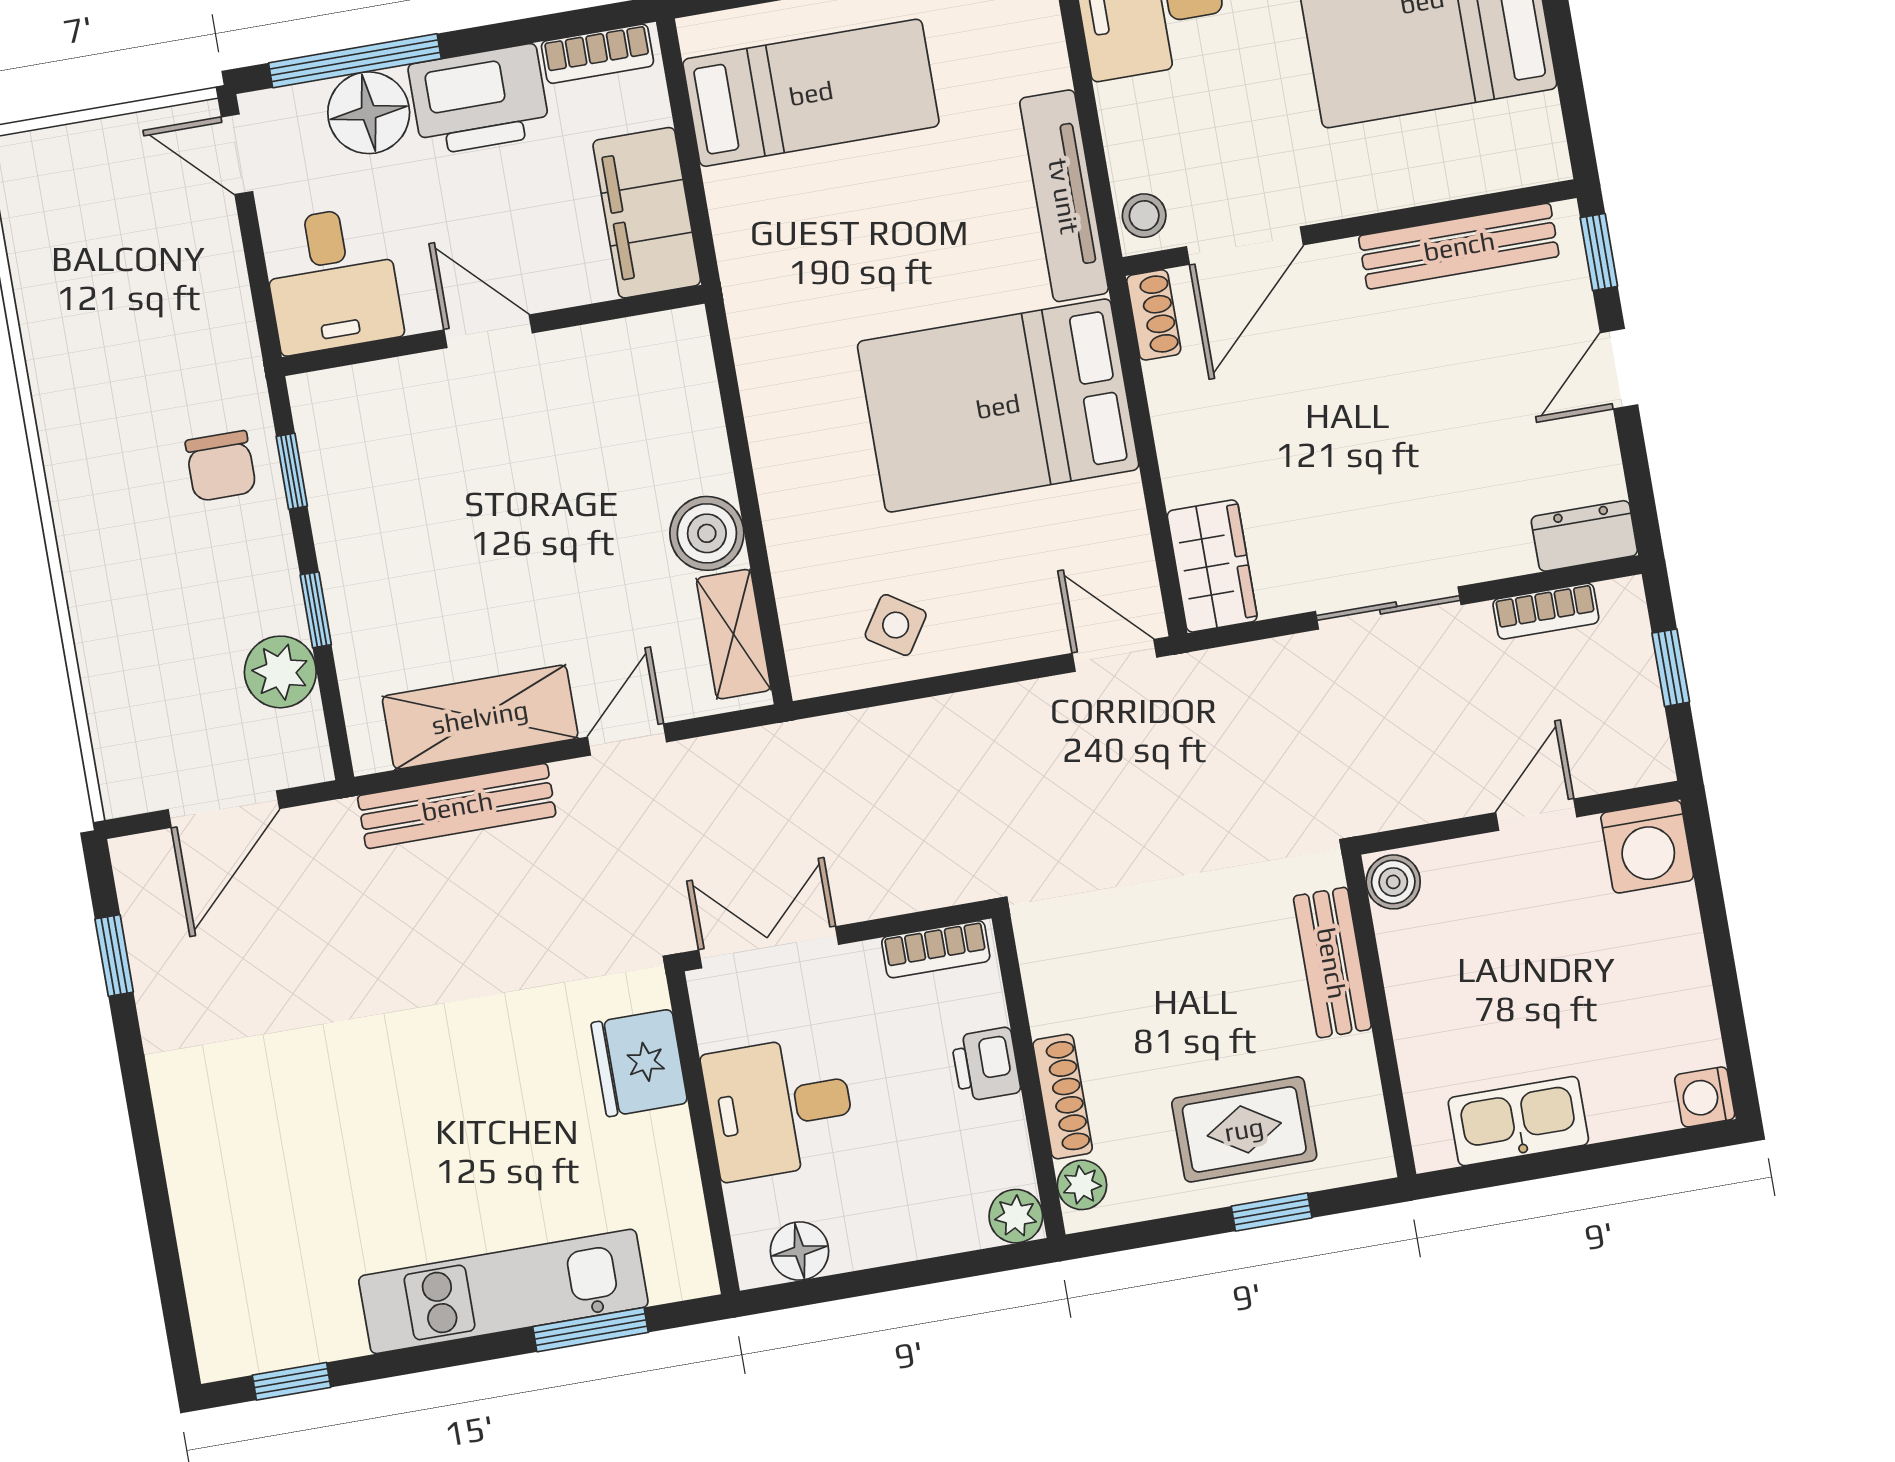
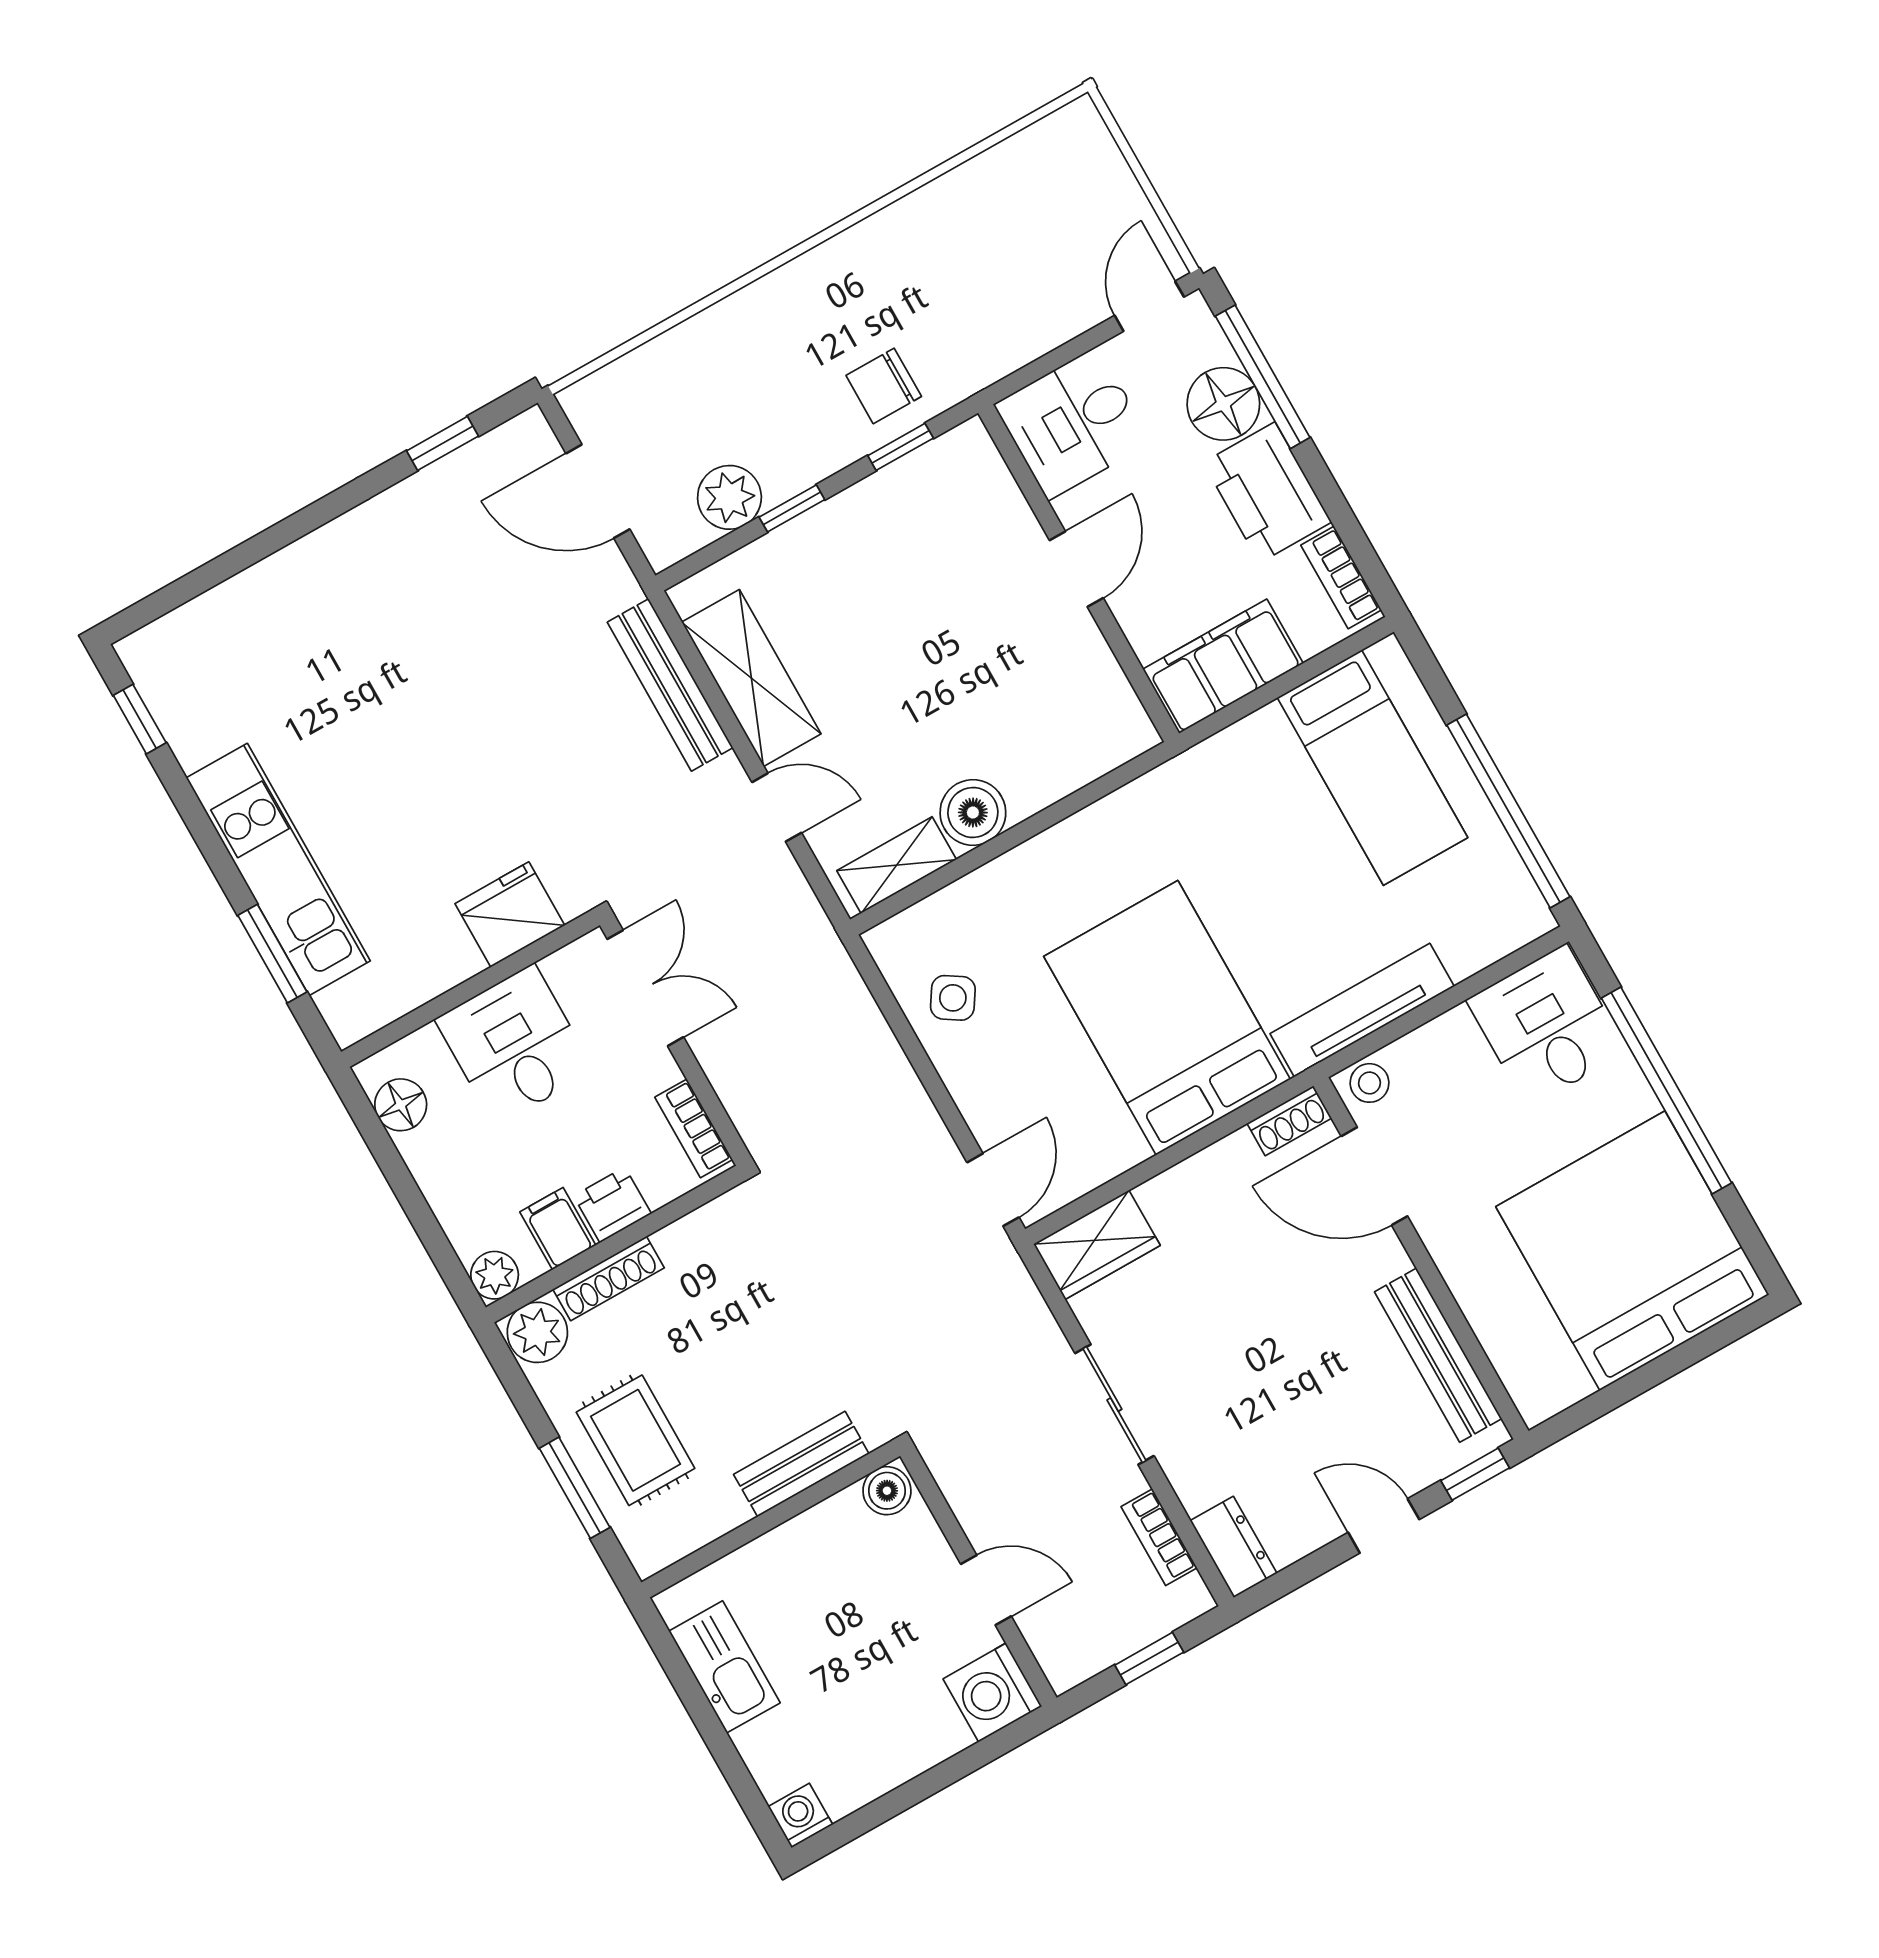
filing cabinet: (990, 1131) -> (558, 1228), added
plant: (1082, 1185) -> (537, 1332), width x1.38, depth x1.38
window: (1272, 1212) -> (575, 1488), width x1.50

